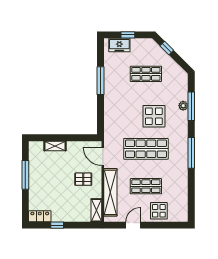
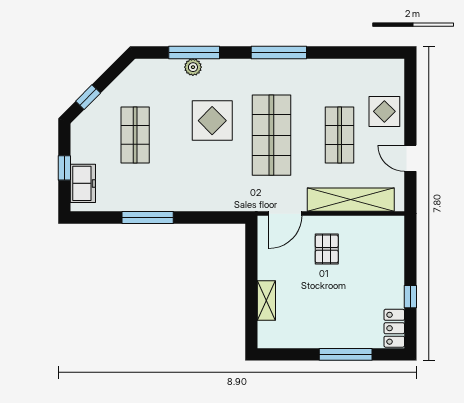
window: (25, 175) -> (346, 354), moved
shelving: (96, 210) -> (383, 225), removed

